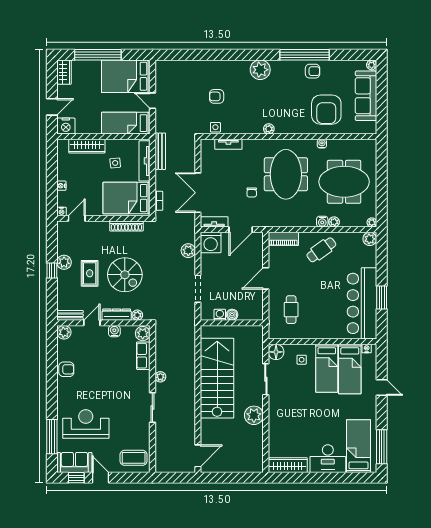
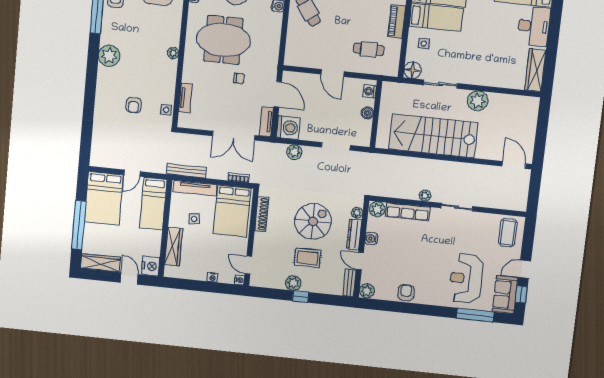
wardrobe: (64, 72) -> (100, 263), width x1.50
piano: (283, 239) -> (397, 21), moved, turned 180
washing machine: (220, 315) -> (370, 91), moved
row of seats: (143, 356) -> (408, 212), width x1.48

